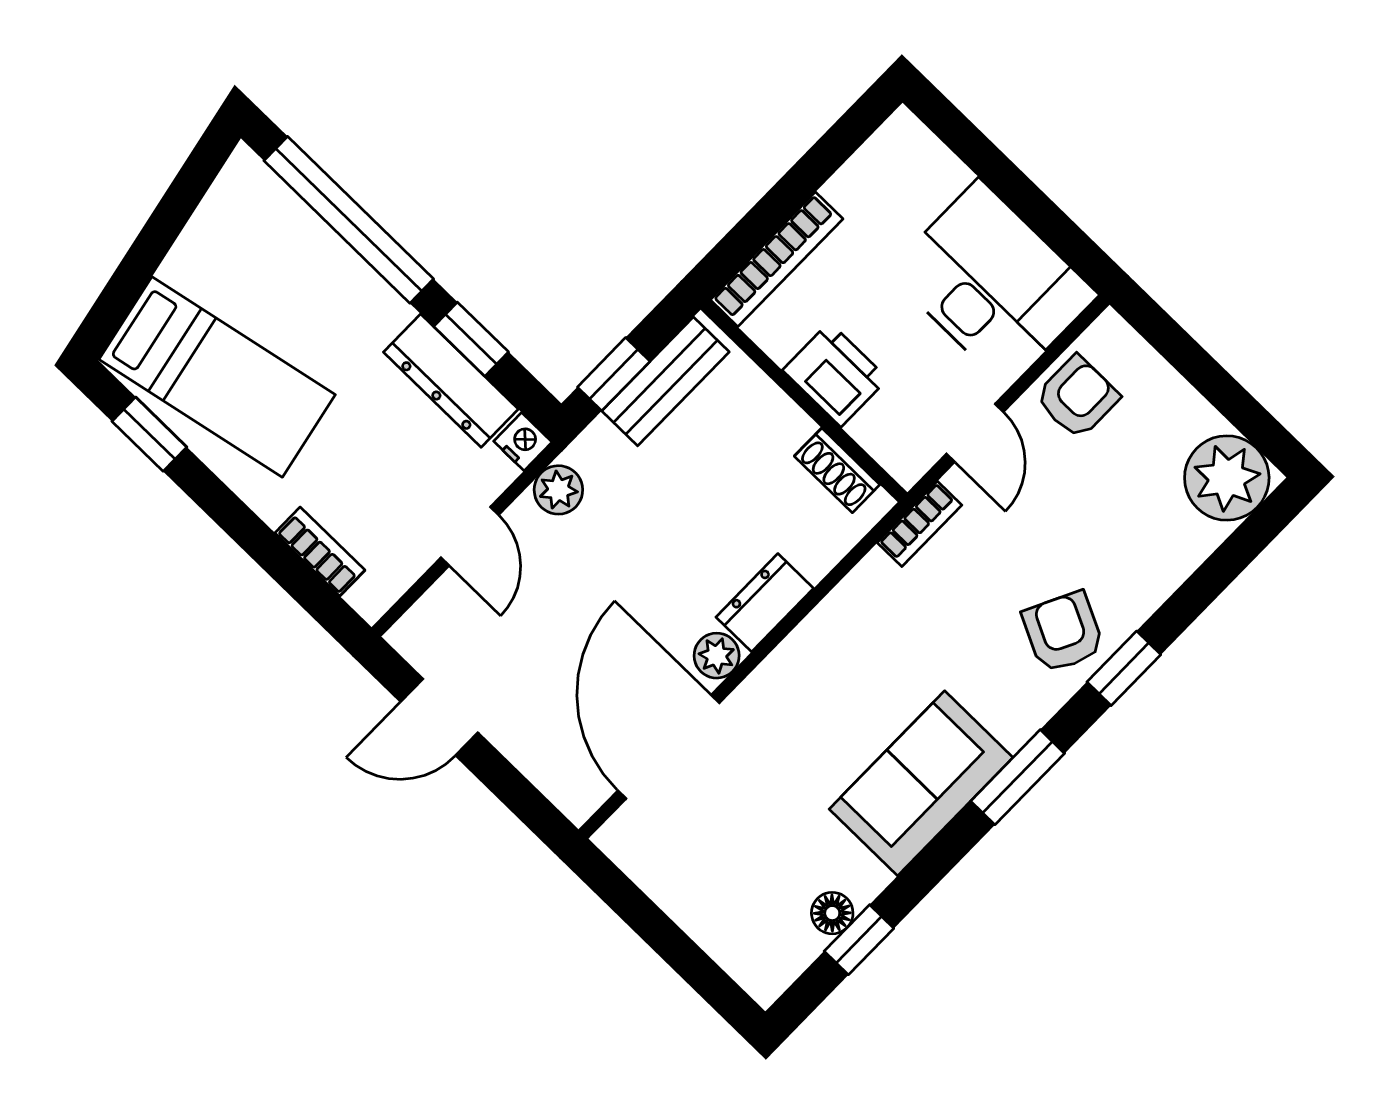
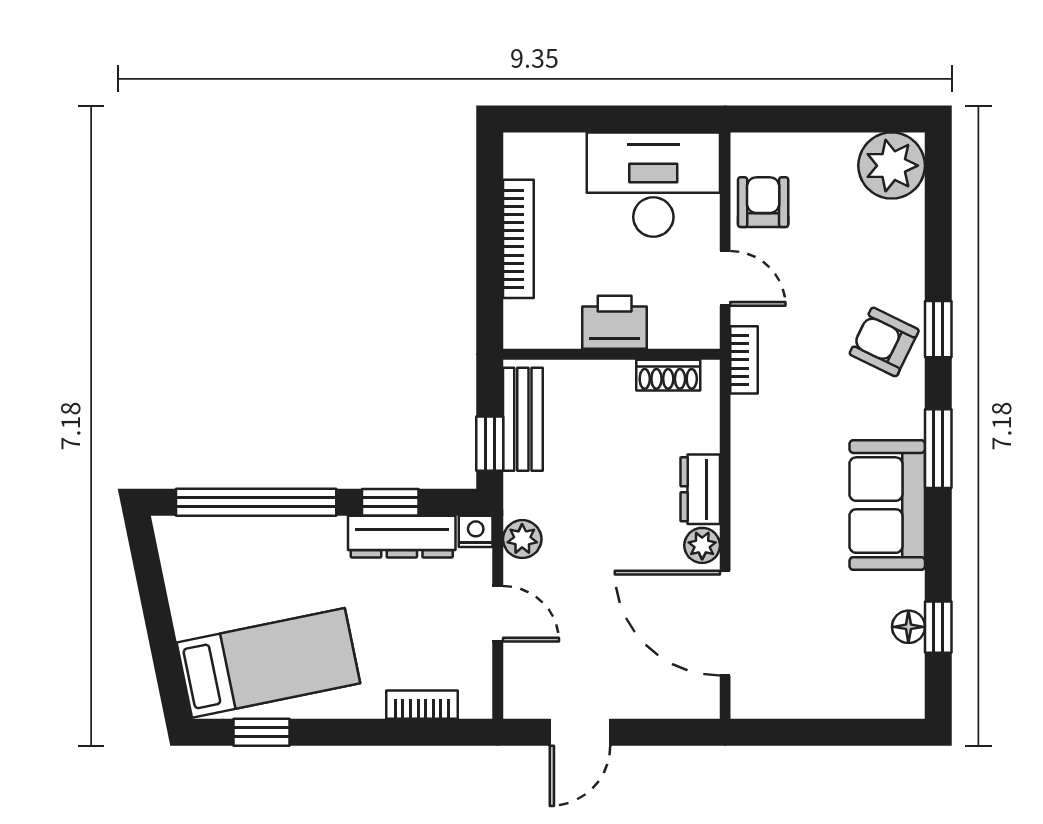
bookcase: (777, 259) -> (518, 239), moved

